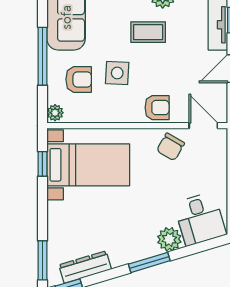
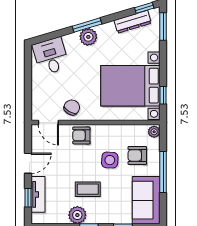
bed with nightstands: (88, 165) -> (130, 86), width x1.36
plant: (169, 239) -> (88, 37), moved

